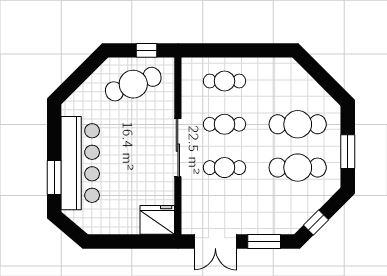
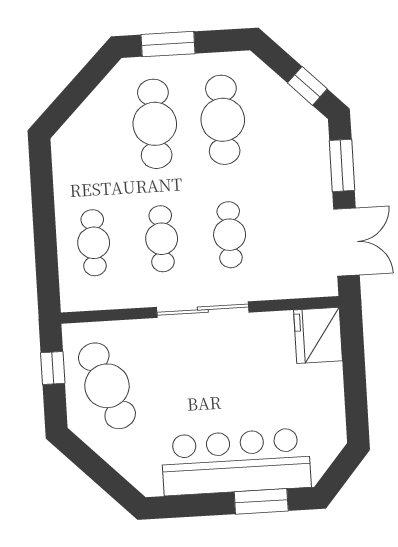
window: (348, 152) -> (168, 44), moved

